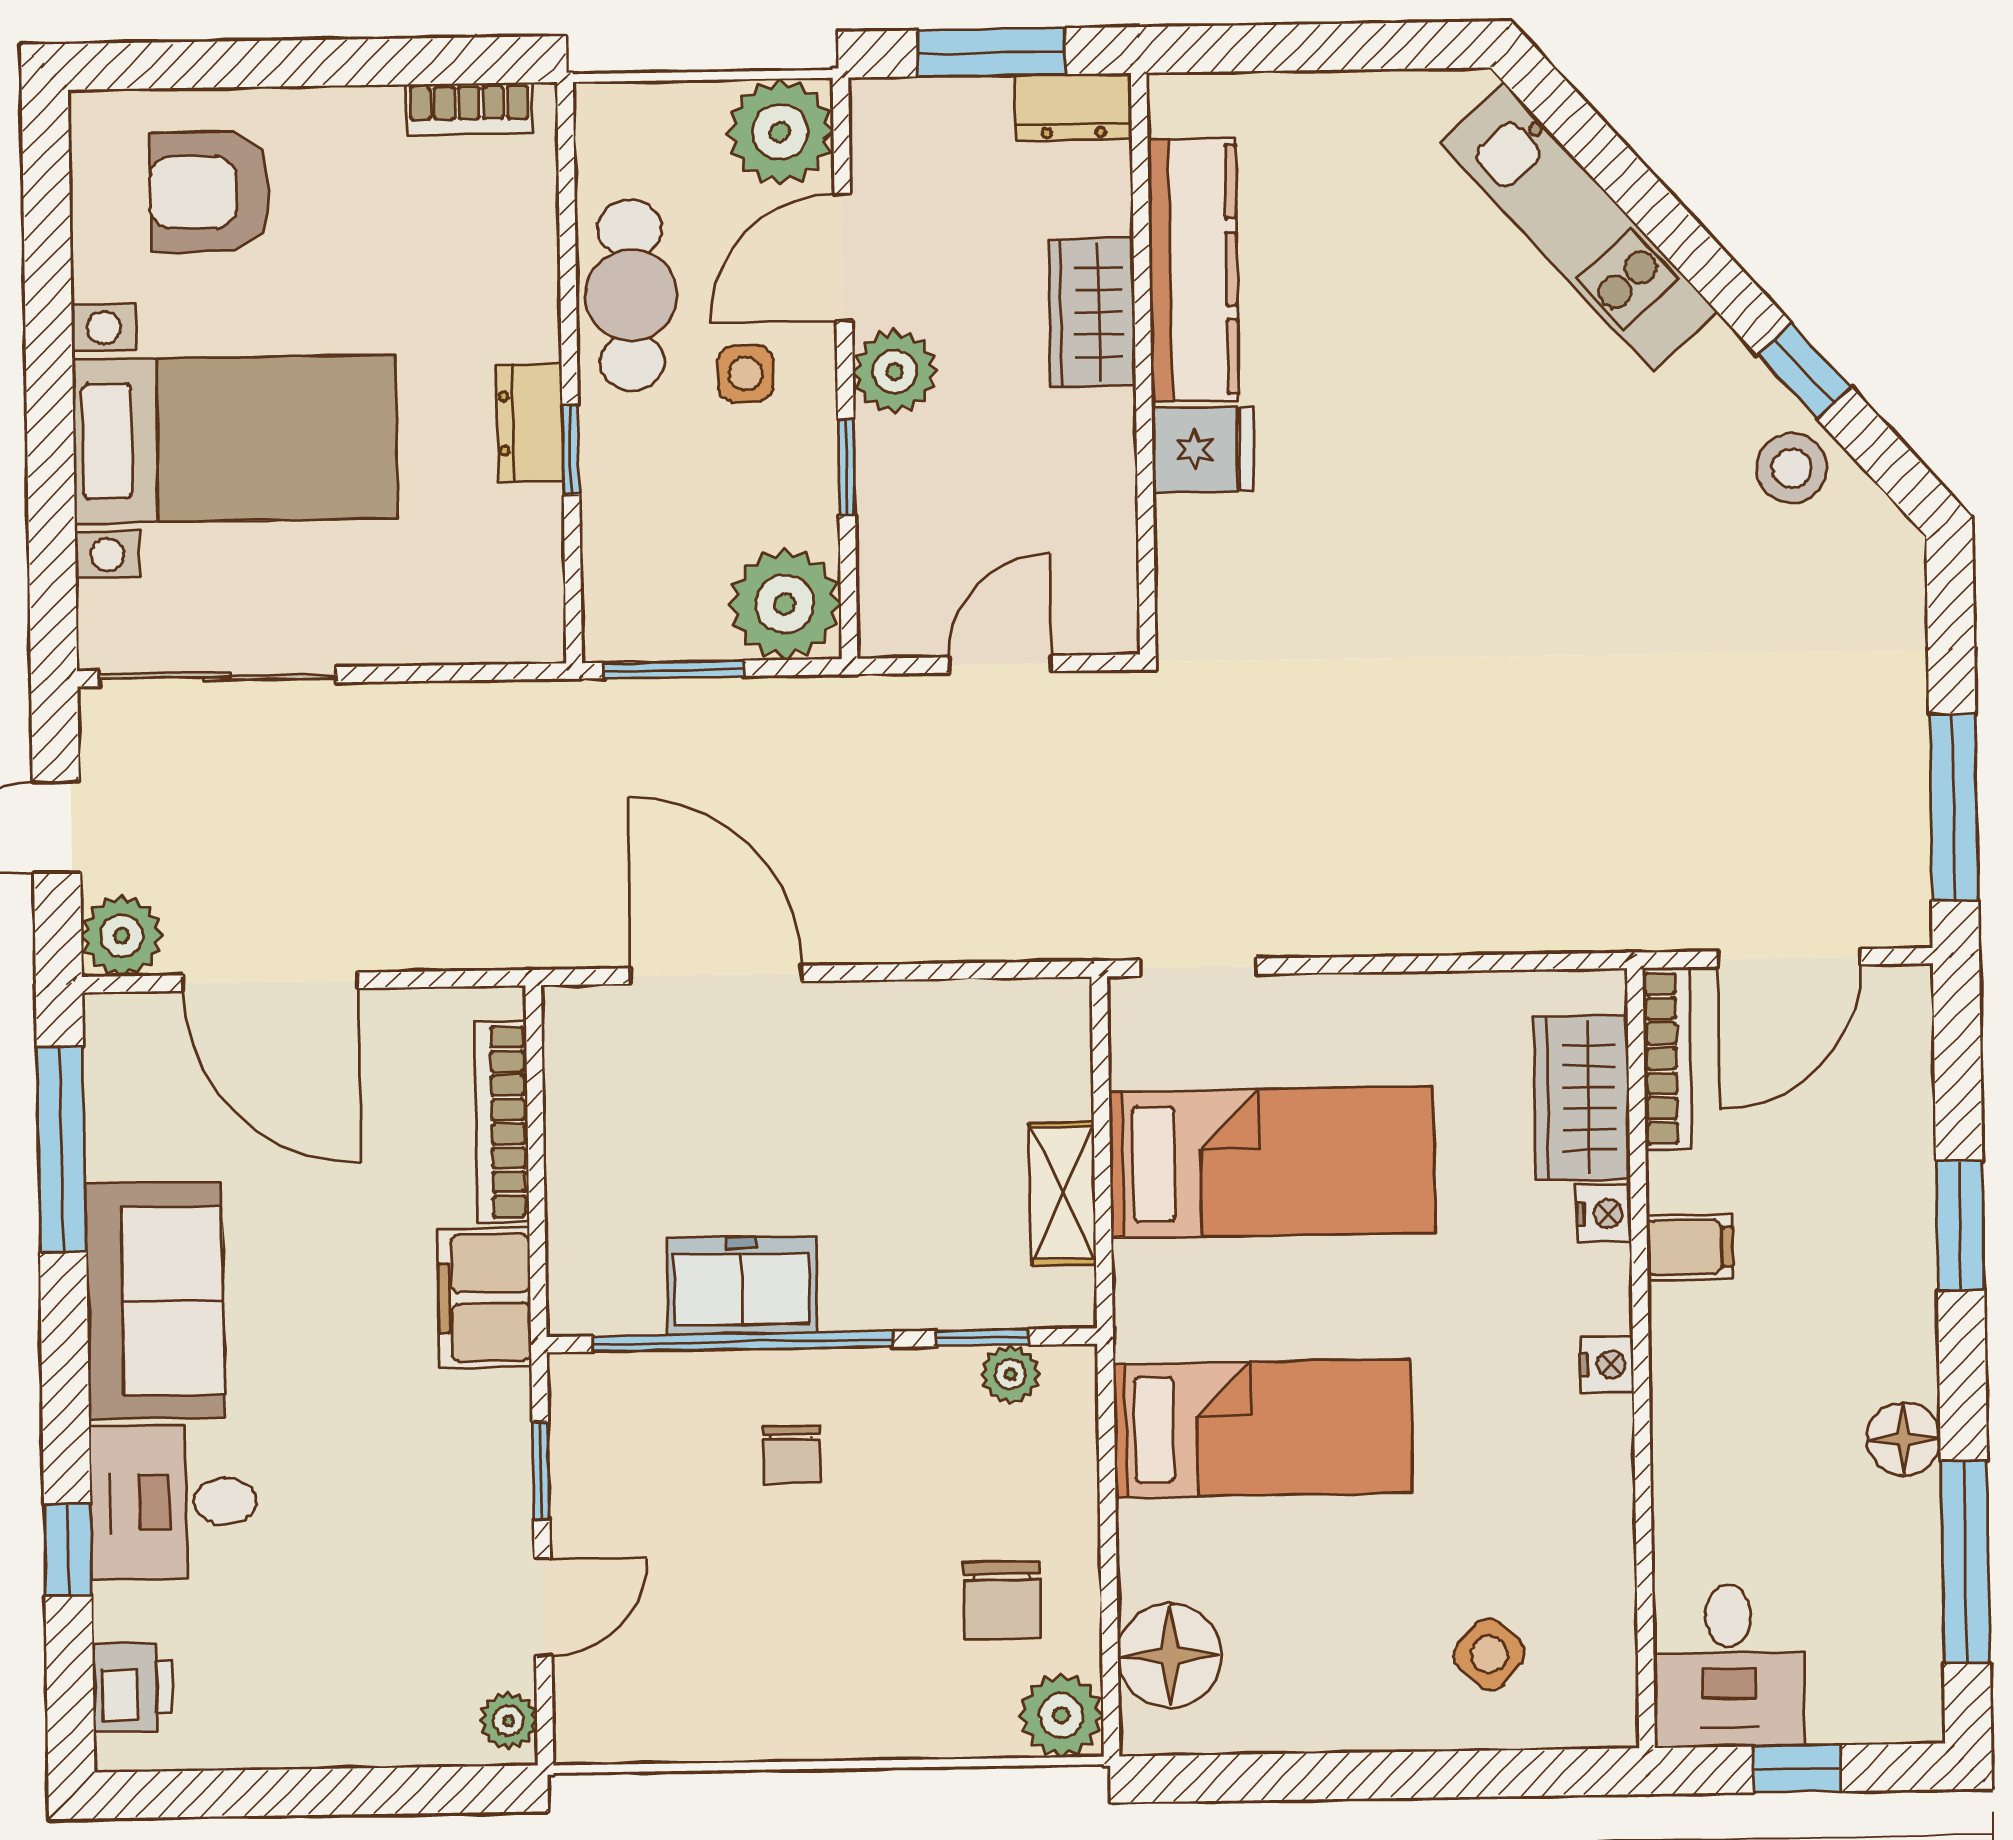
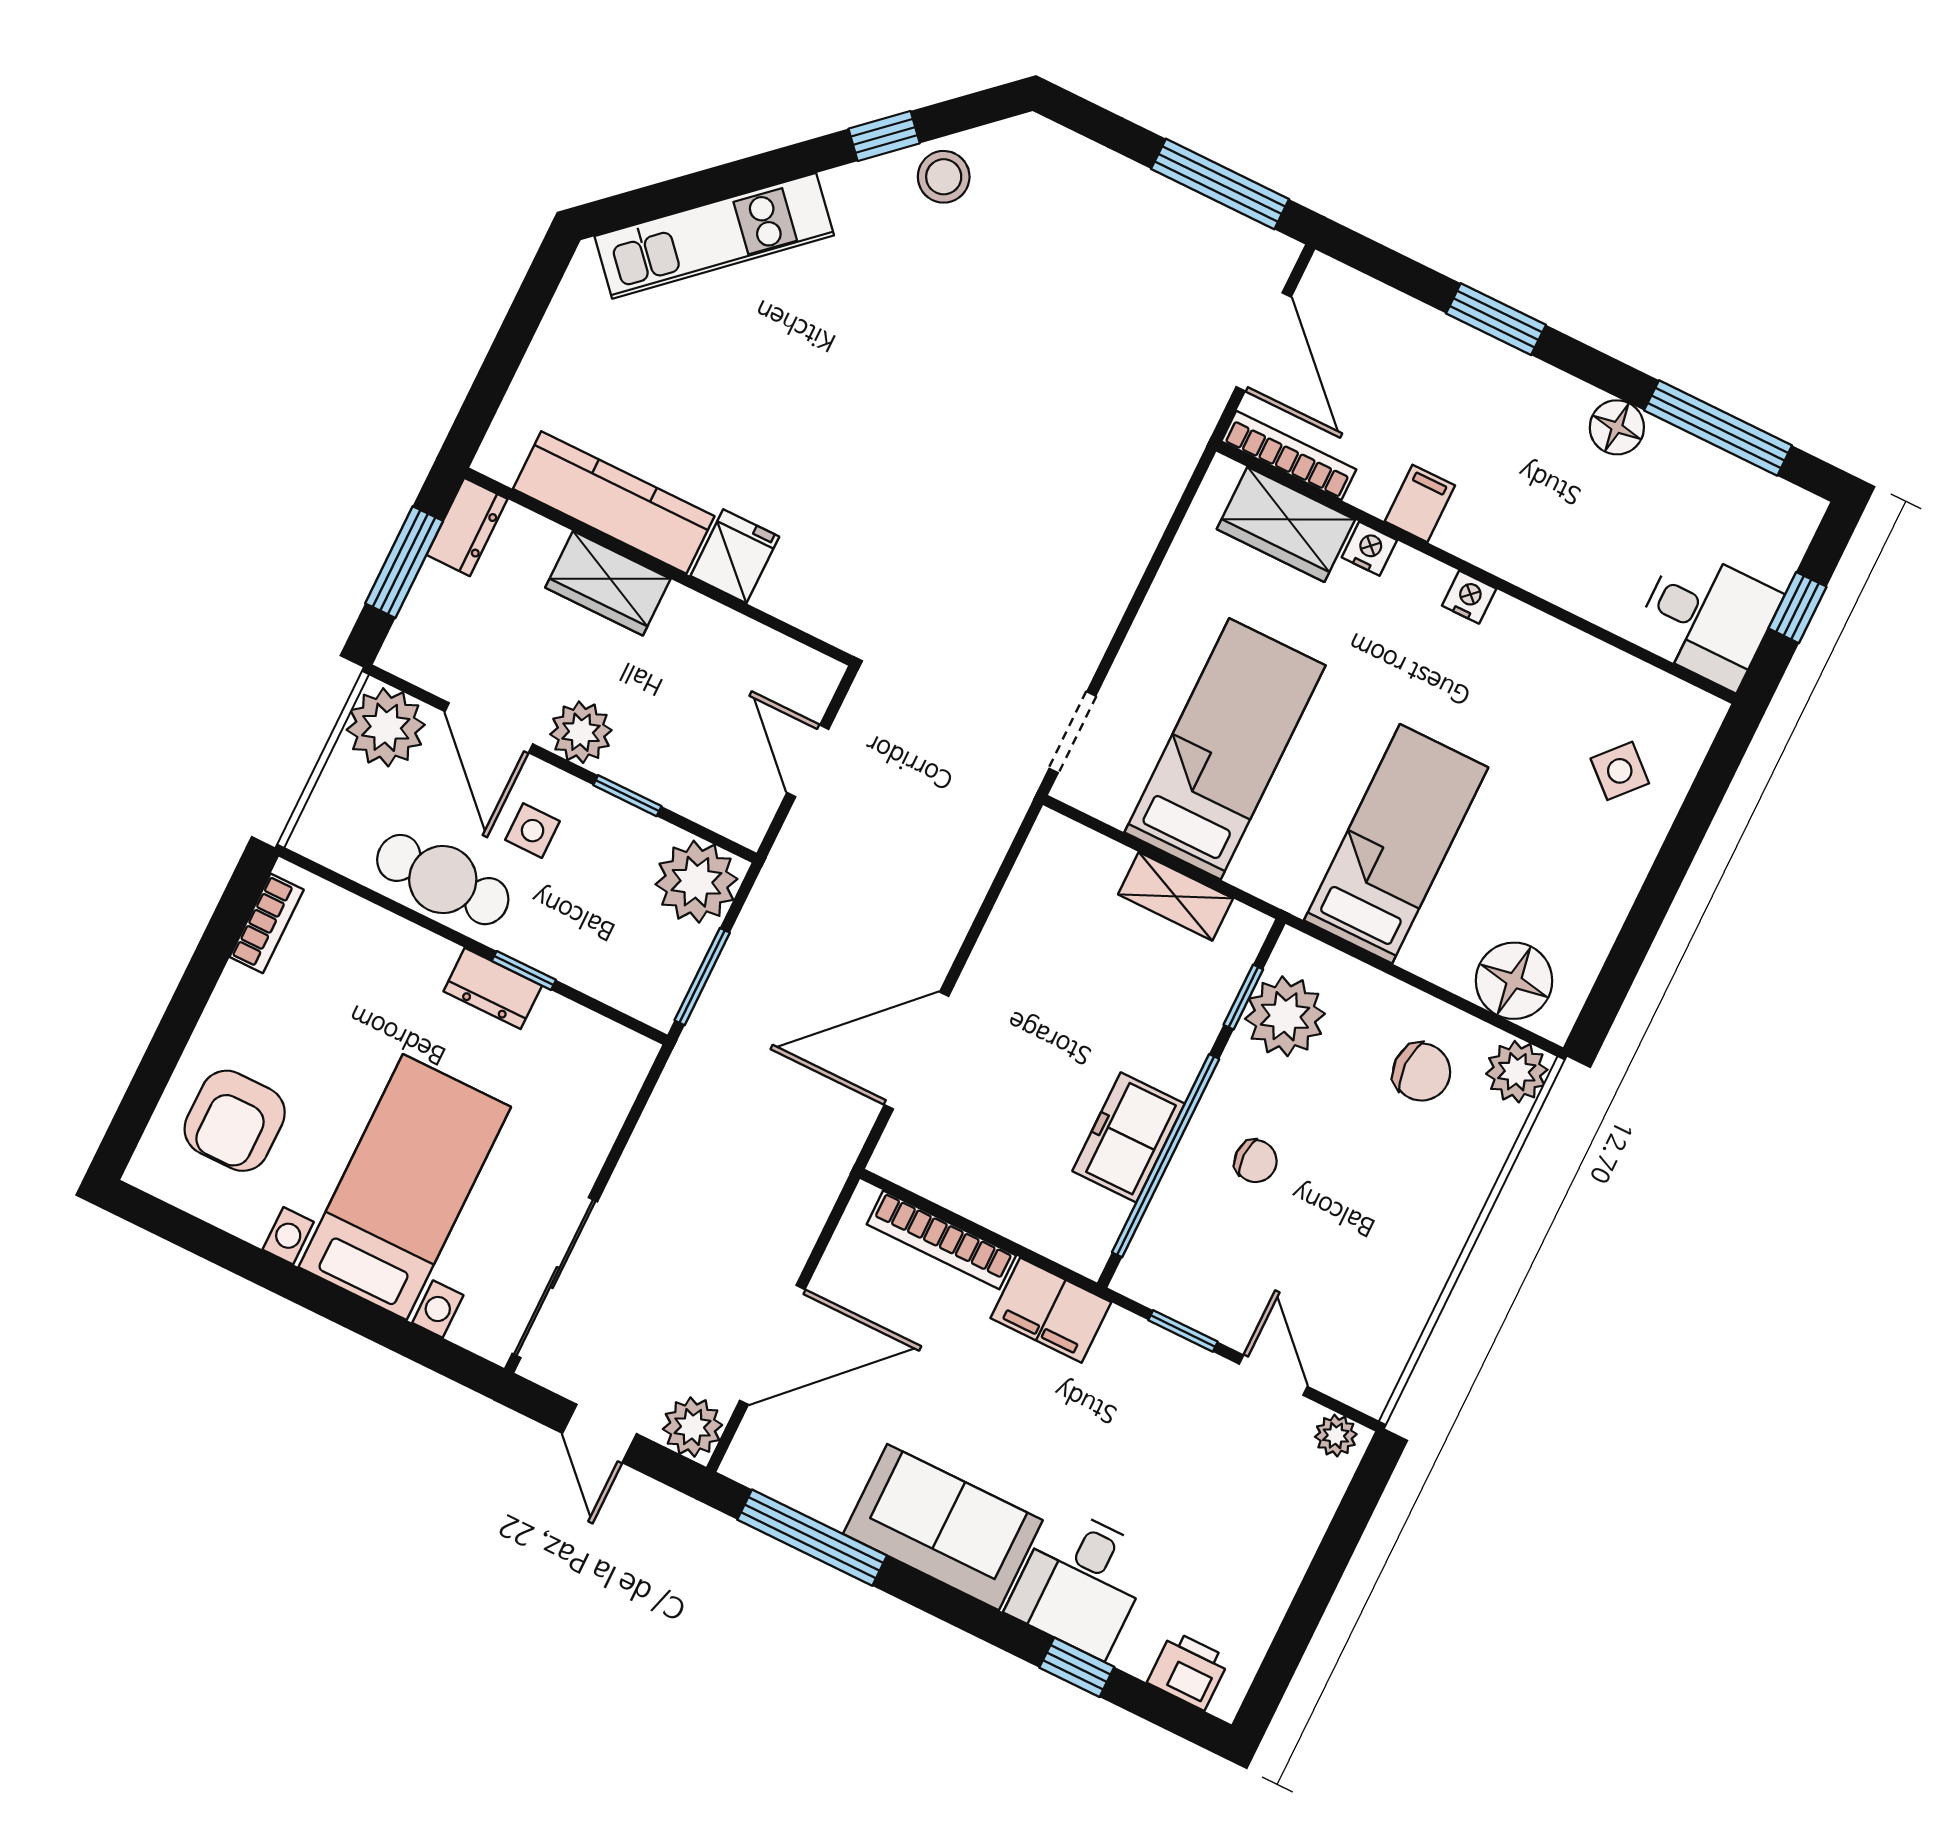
plant: (1010, 1374) -> (1285, 1016), width x1.88, depth x1.88

